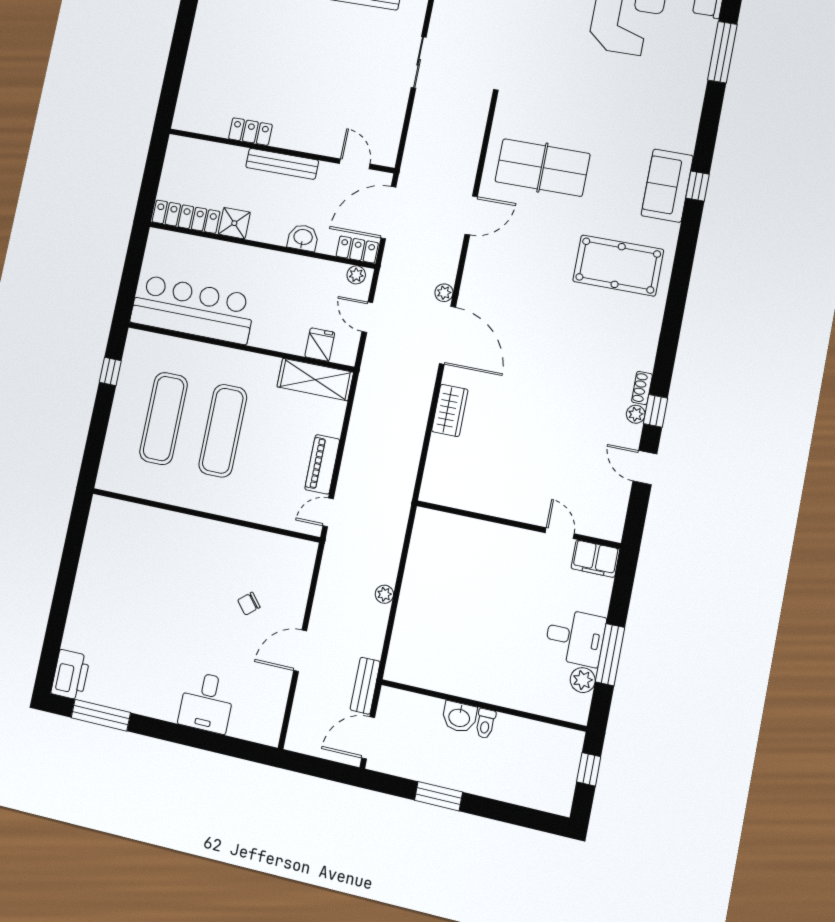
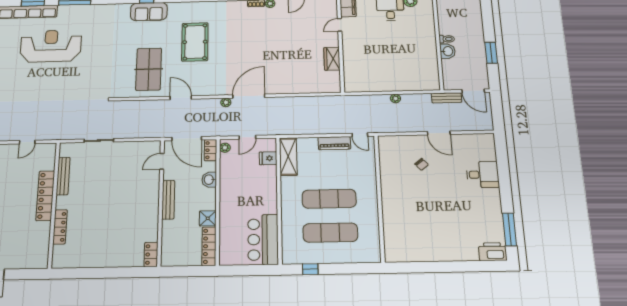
locker: (250, 132) -> (151, 254), moved
pool table: (618, 266) -> (195, 42), moved
bar counter: (193, 309) -> (263, 239), width x0.73
wardrobe: (450, 410) -> (332, 59), moved, turned -90

